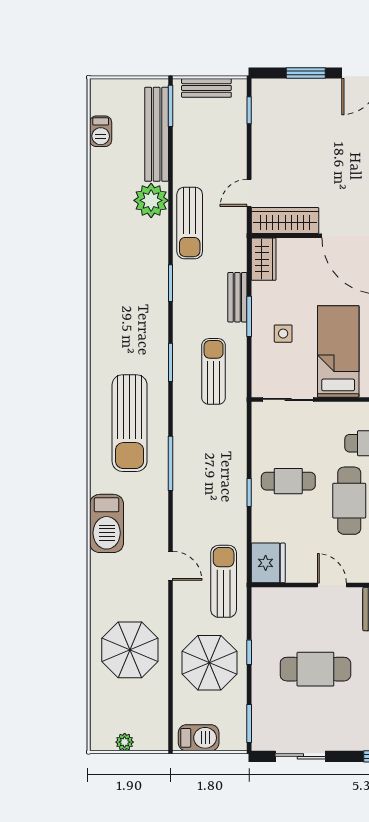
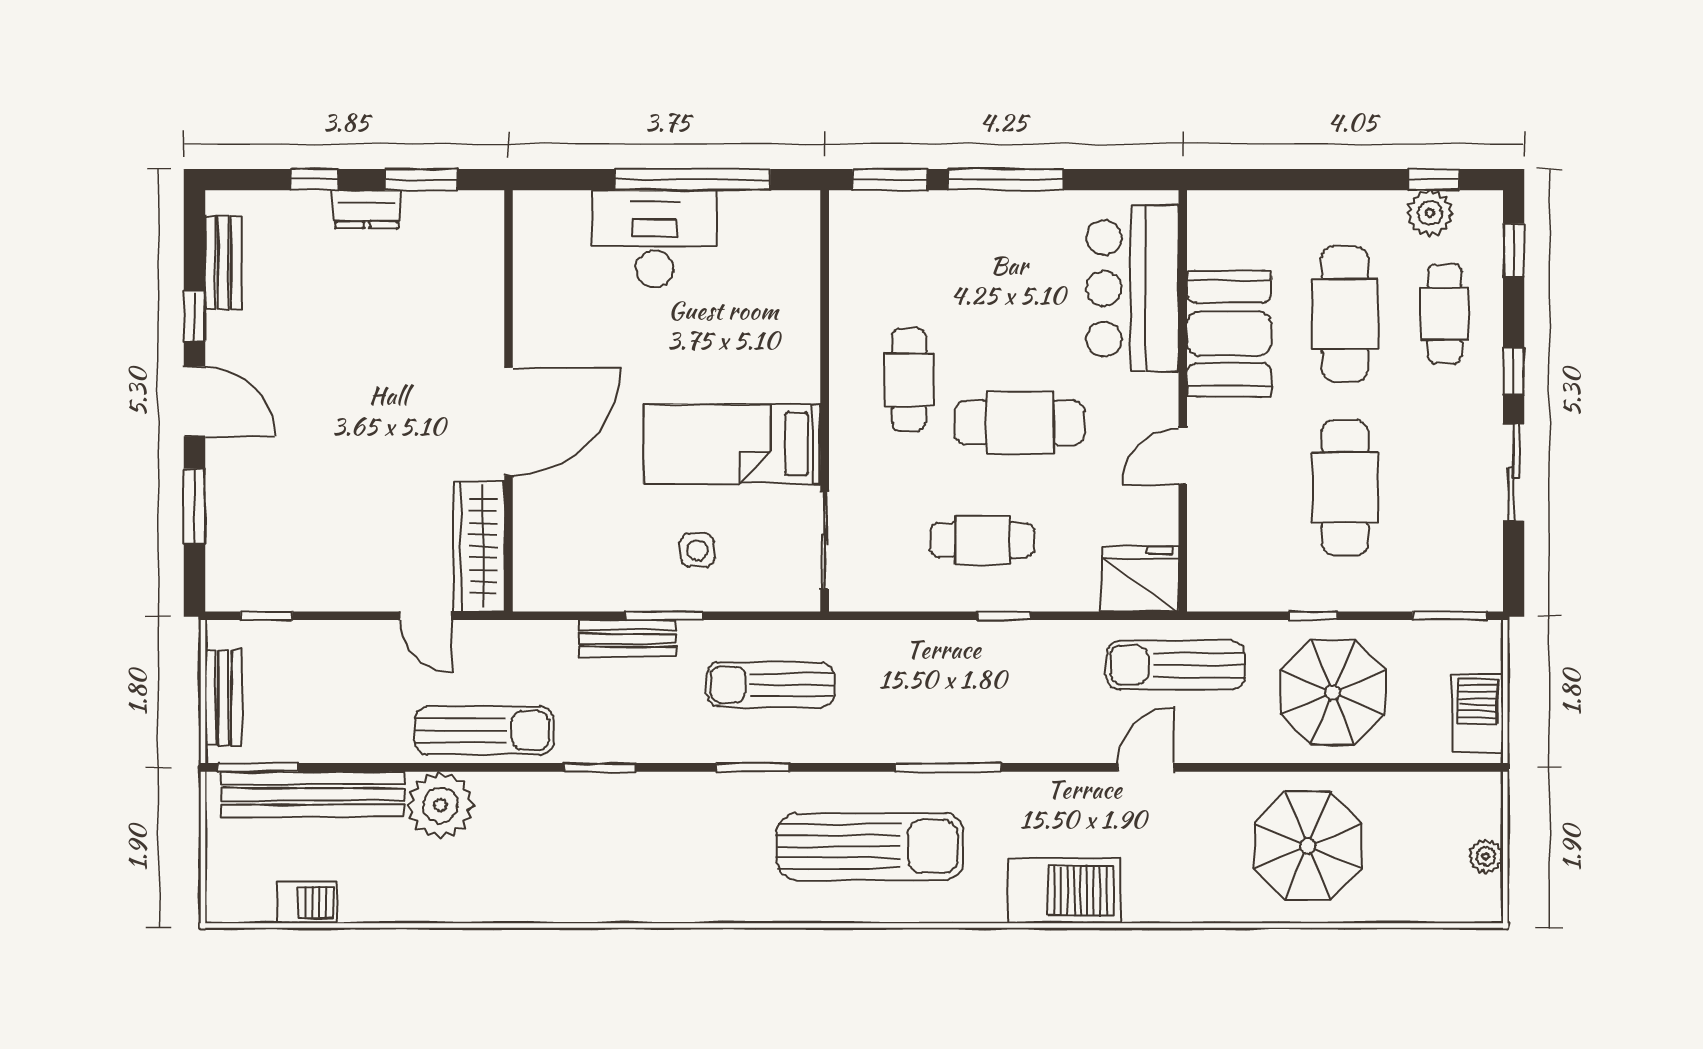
wardrobe: (264, 259) -> (554, 588), removed
cafe table: (288, 481) -> (982, 540), turned 90
sliding door: (300, 756) -> (1514, 472), moved

